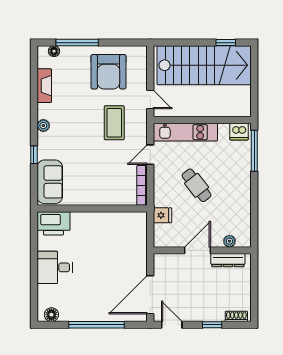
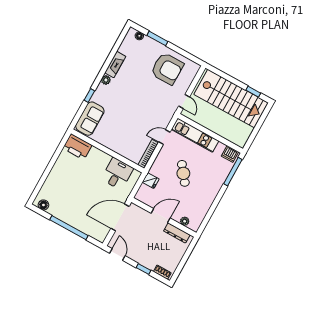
window: (77, 43) -> (157, 38), width x0.69
armchair: (108, 72) -> (167, 69), turned -90
fireplace: (44, 86) -> (115, 65), moved
coffee table: (114, 123) -> (153, 104), removed
desk: (55, 267) -> (117, 174), moved, turned 90
door: (150, 295) -> (120, 217), moved

